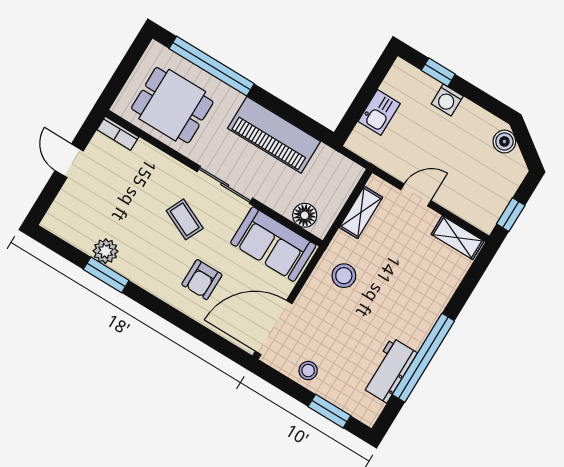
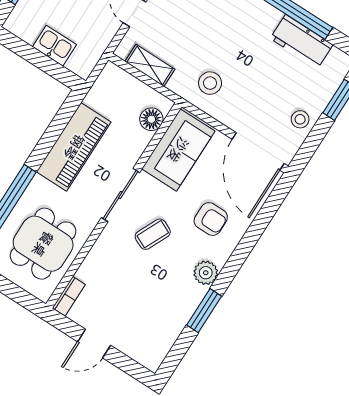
plant: (106, 251) -> (206, 273), moved

